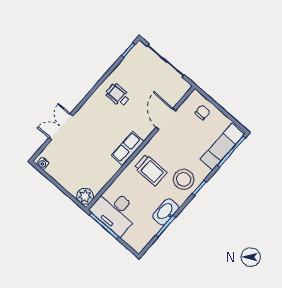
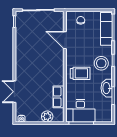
wheelchair: (118, 95) -> (29, 50), removed
row of seats: (128, 148) -> (58, 97), moved
plant: (85, 196) -> (47, 116), moved

